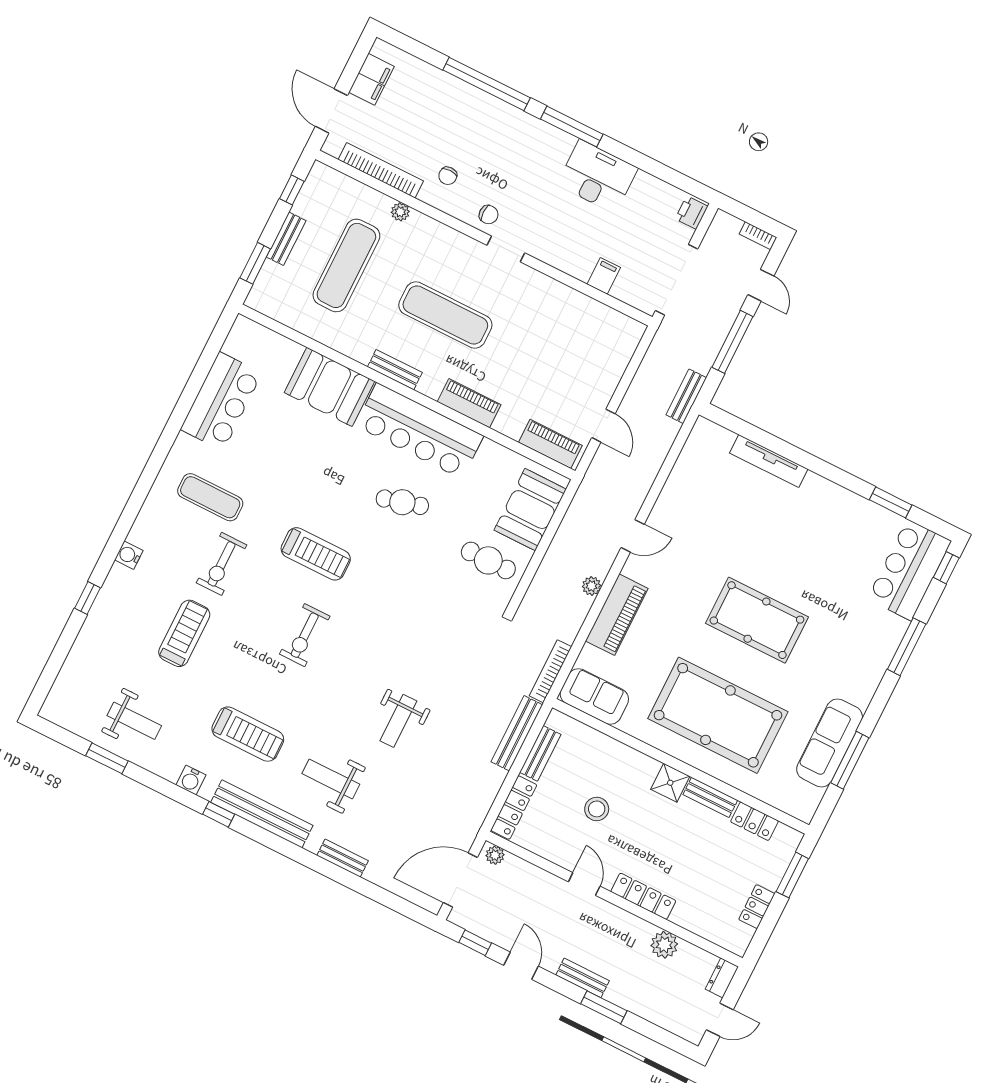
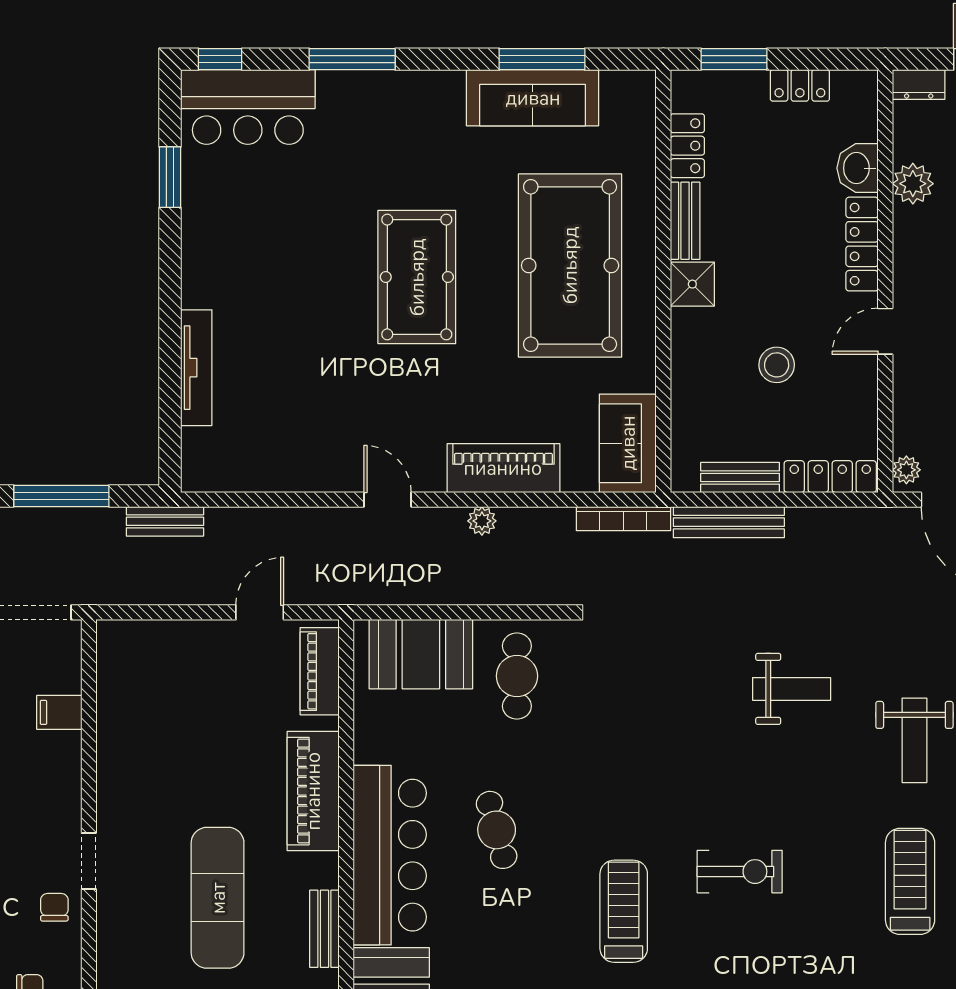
piano: (469, 403) -> (313, 791), width x1.37, depth x1.33
washbasin: (690, 916) -> (858, 168), added

